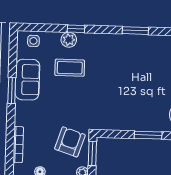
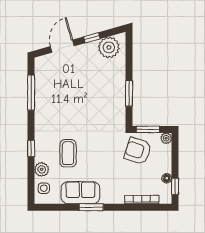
window: (135, 31) -> (31, 93), width x1.44
plant: (69, 40) -> (42, 169), moved
window: (148, 135) -> (129, 93), moved

